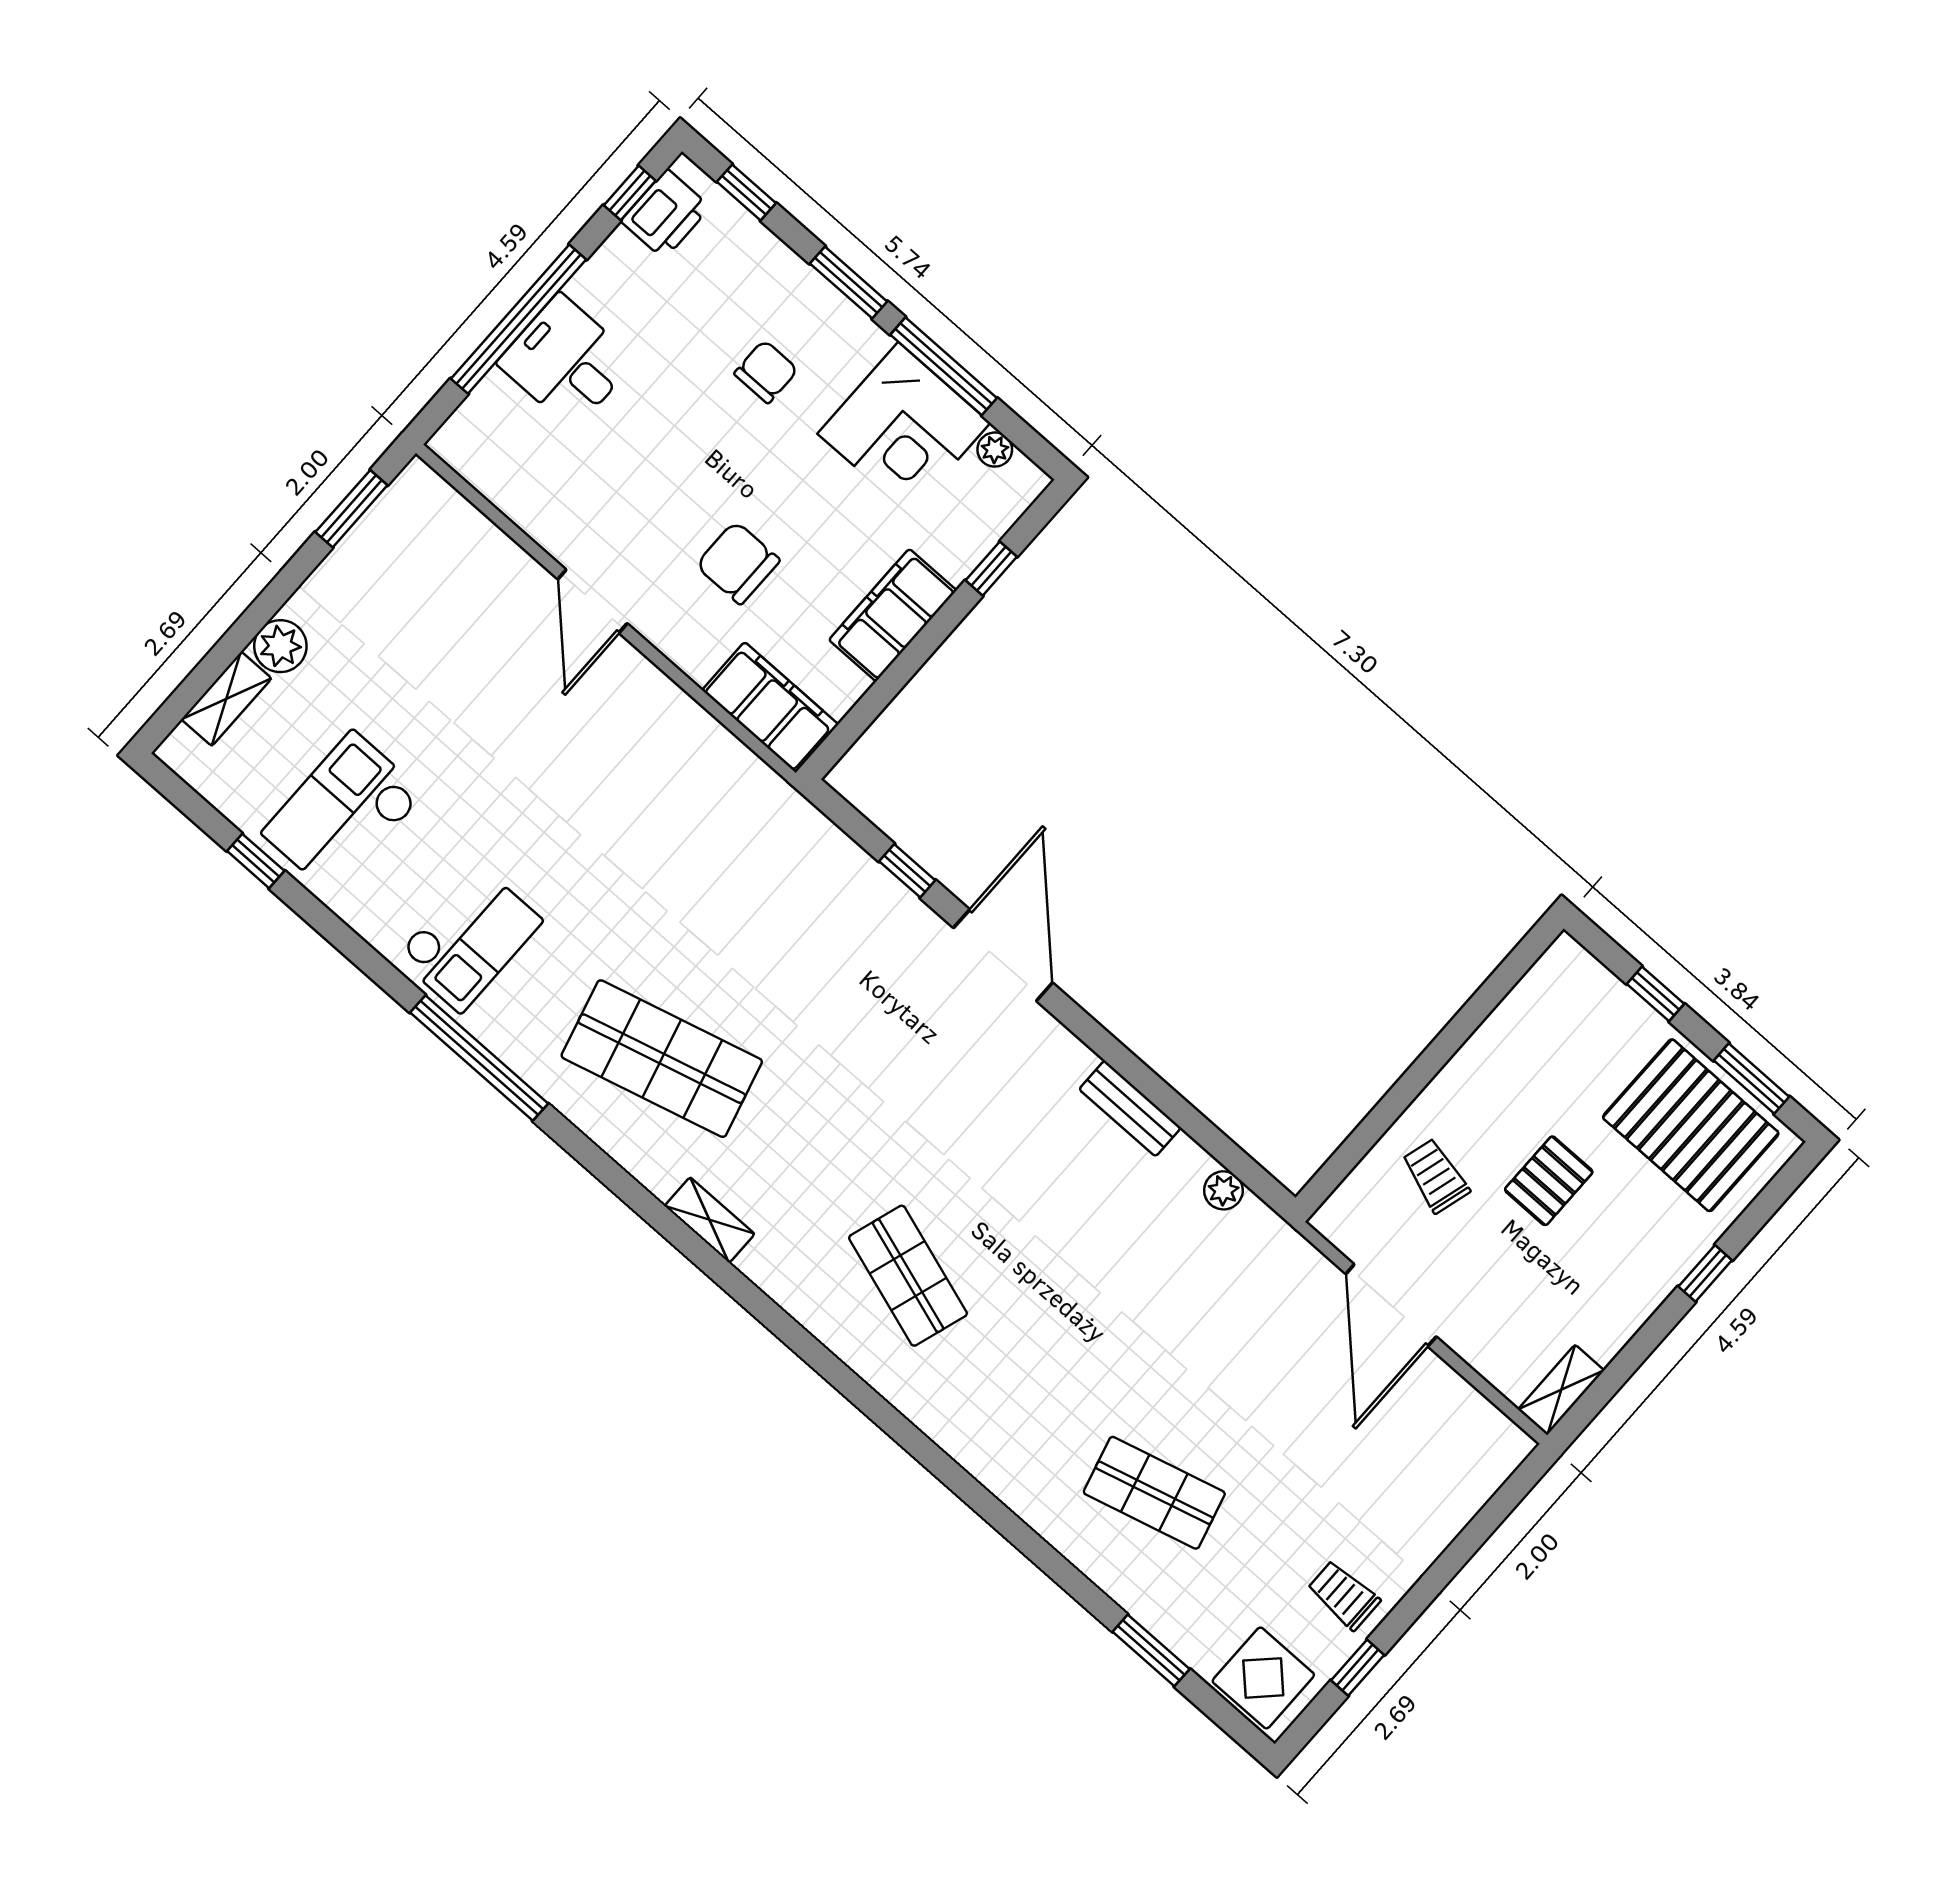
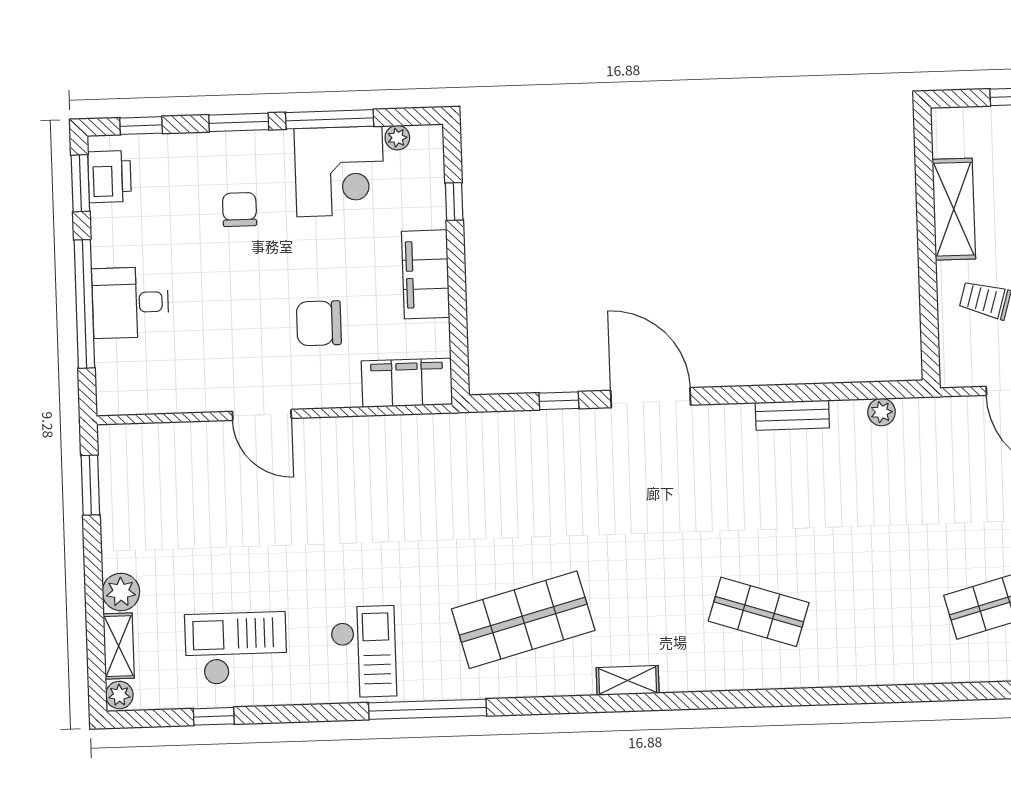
window: (630, 193) -> (80, 183), width x1.50
plant: (180, 749) -> (119, 695), added
checkout: (343, 813) -> (236, 648), turned 90
shelving: (1491, 1054) -> (954, 209), added

